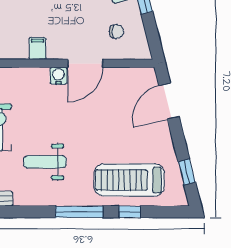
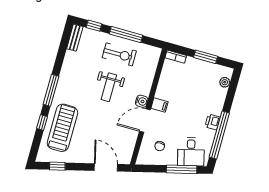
filing cabinet: (38, 48) -> (159, 105), moved
door: (85, 63) -> (145, 121), hinge flipped
weight bench: (45, 162) -> (109, 87), moved, turned 180

